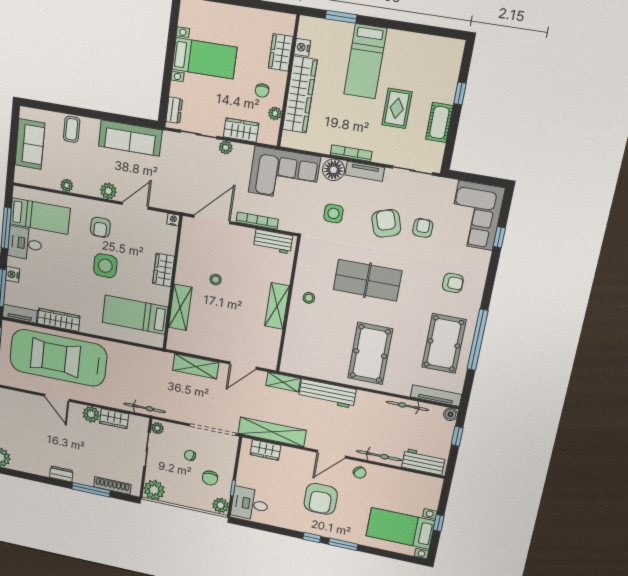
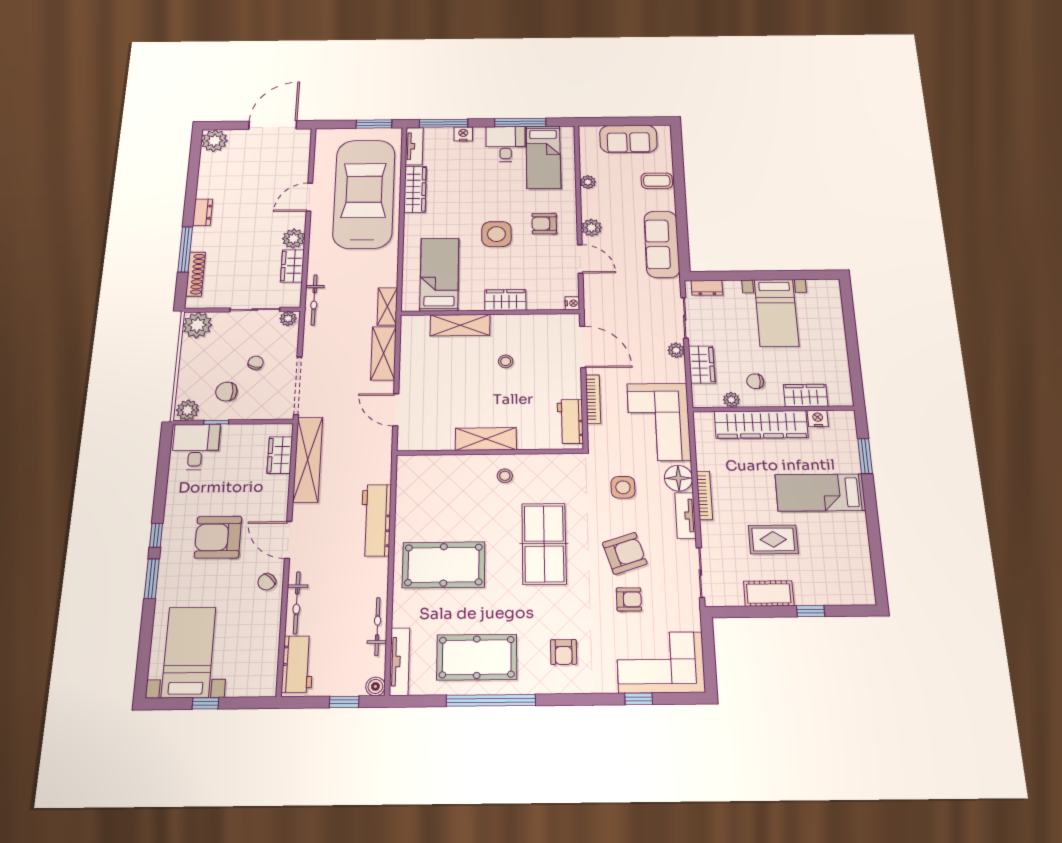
shelving: (283, 382) -> (387, 306), moved

